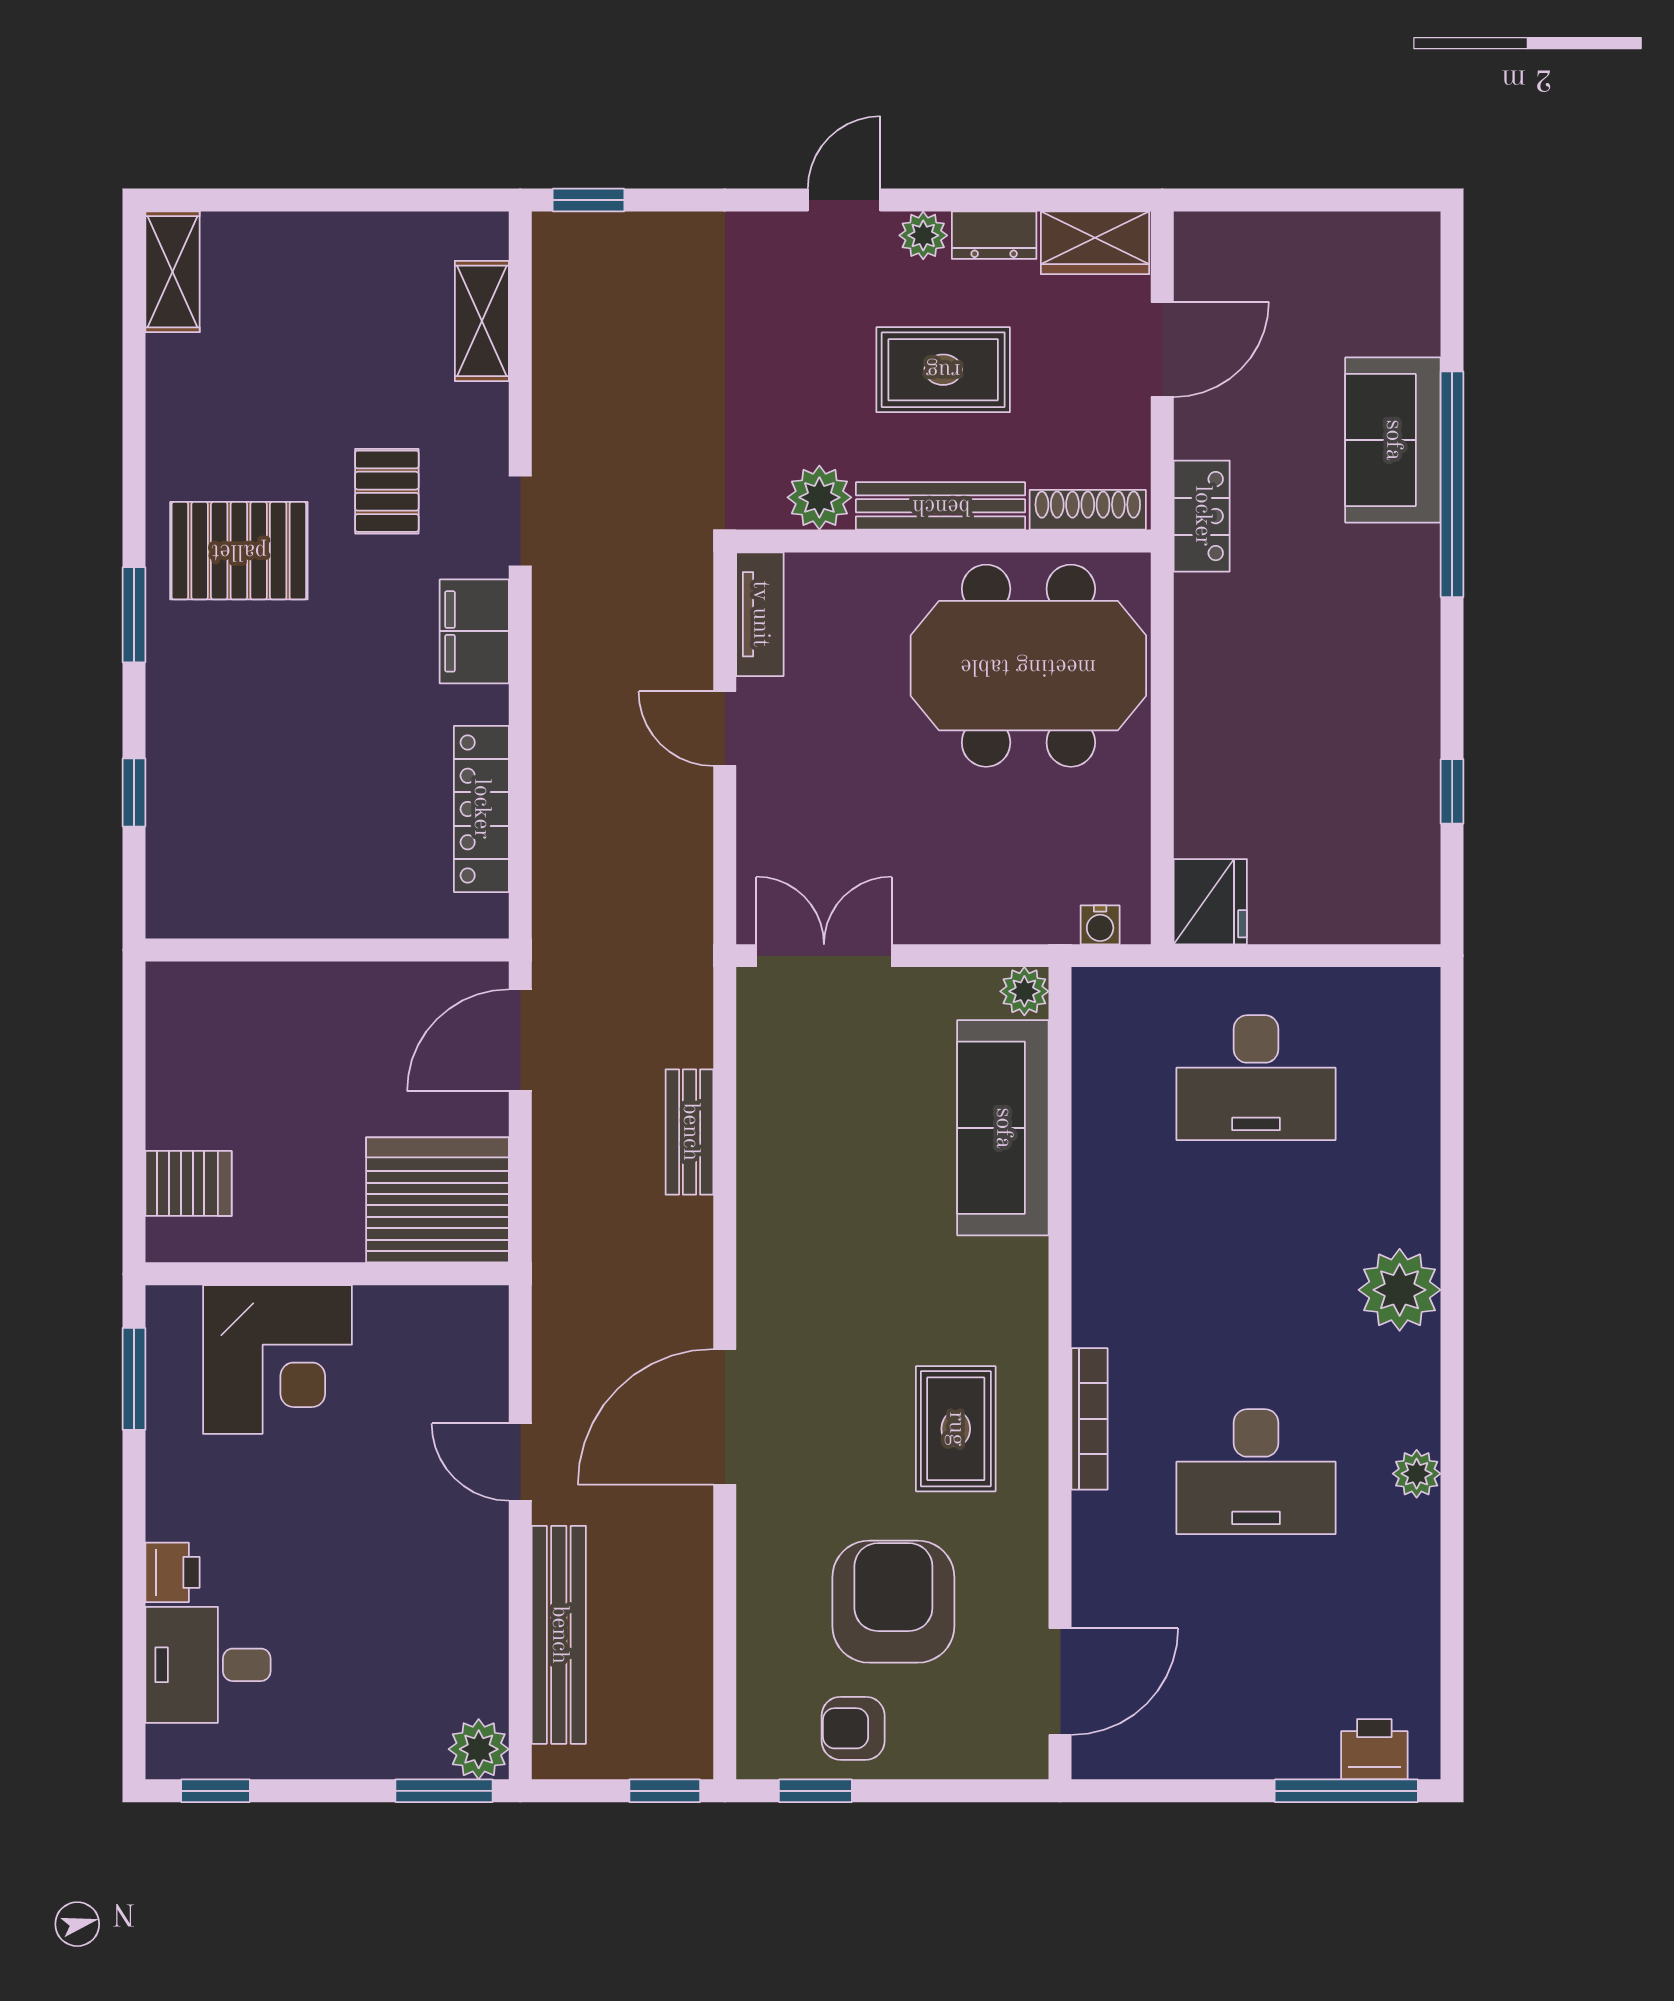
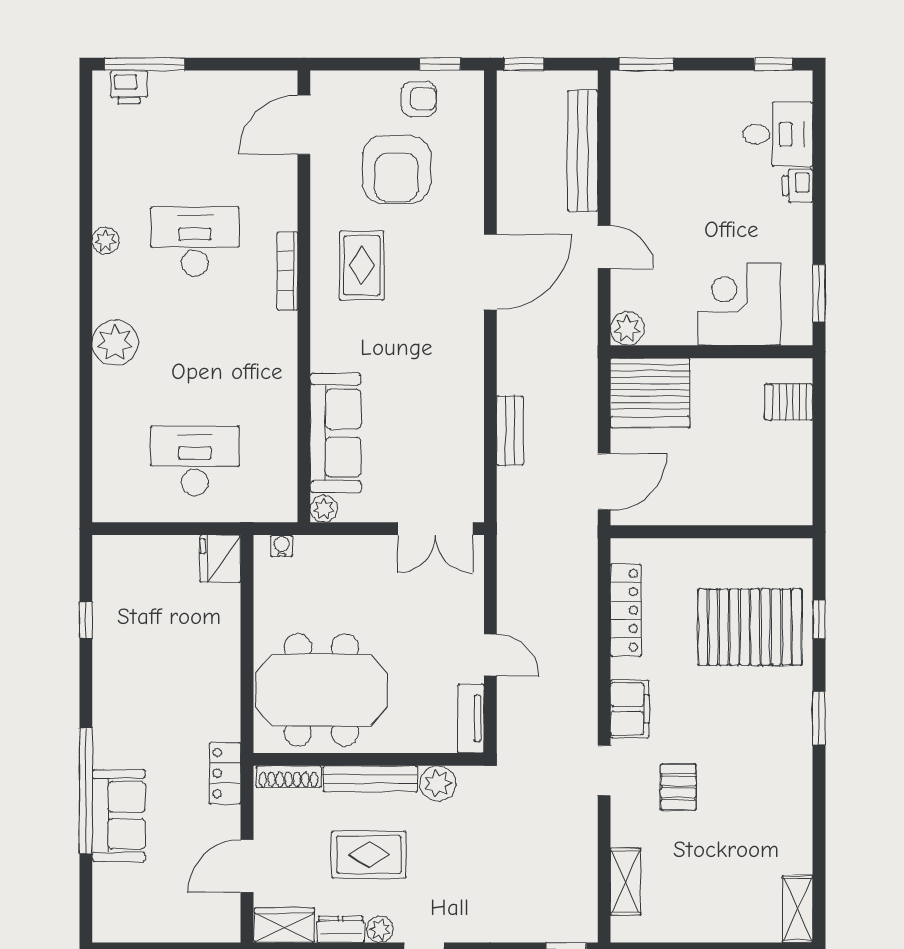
pallet: (239, 551) -> (750, 627), moved, width x1.37, depth x1.41
plant: (479, 1749) -> (627, 329), moved

